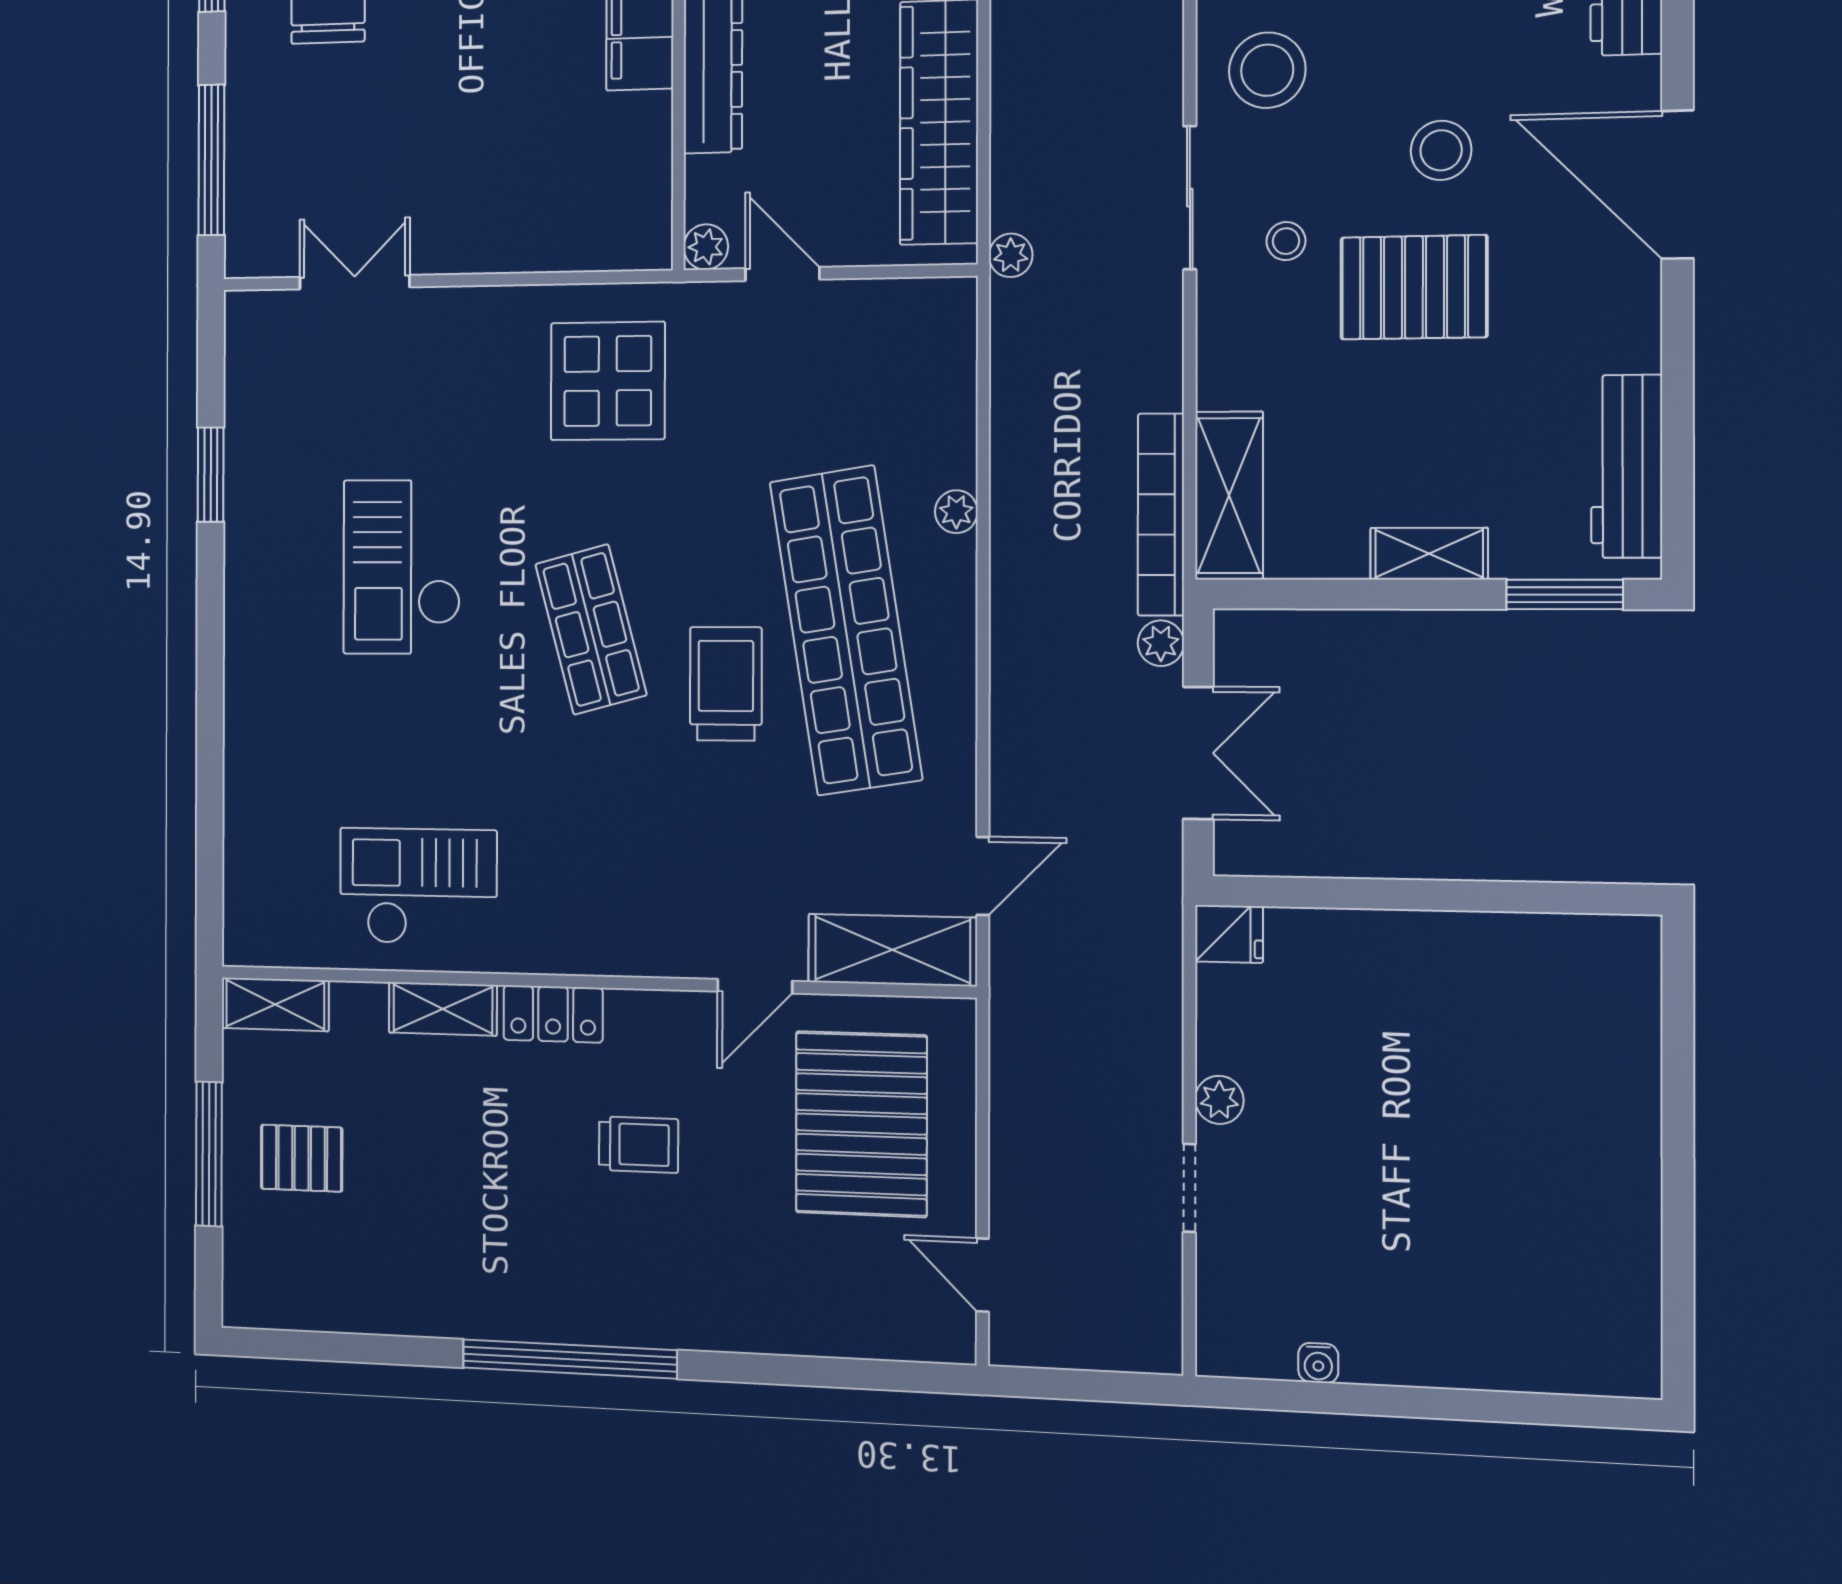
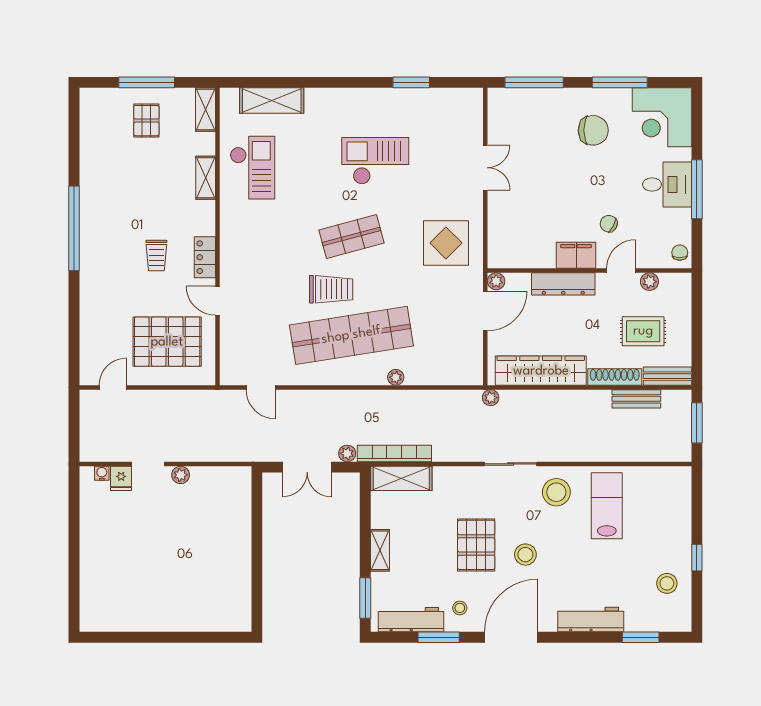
stool: (1286, 241) -> (460, 608), moved
door: (782, 274) -> (485, 311), width x1.38
double door: (355, 282) -> (485, 168), moved
window: (1678, 388) -> (439, 637), added
fridge: (1229, 934) -> (121, 478), moved
shelving: (892, 950) -> (272, 100), moved, turned 90
locker: (553, 1014) -> (205, 257), moved
water cooler: (1318, 1363) -> (102, 473), moved, turned 90

